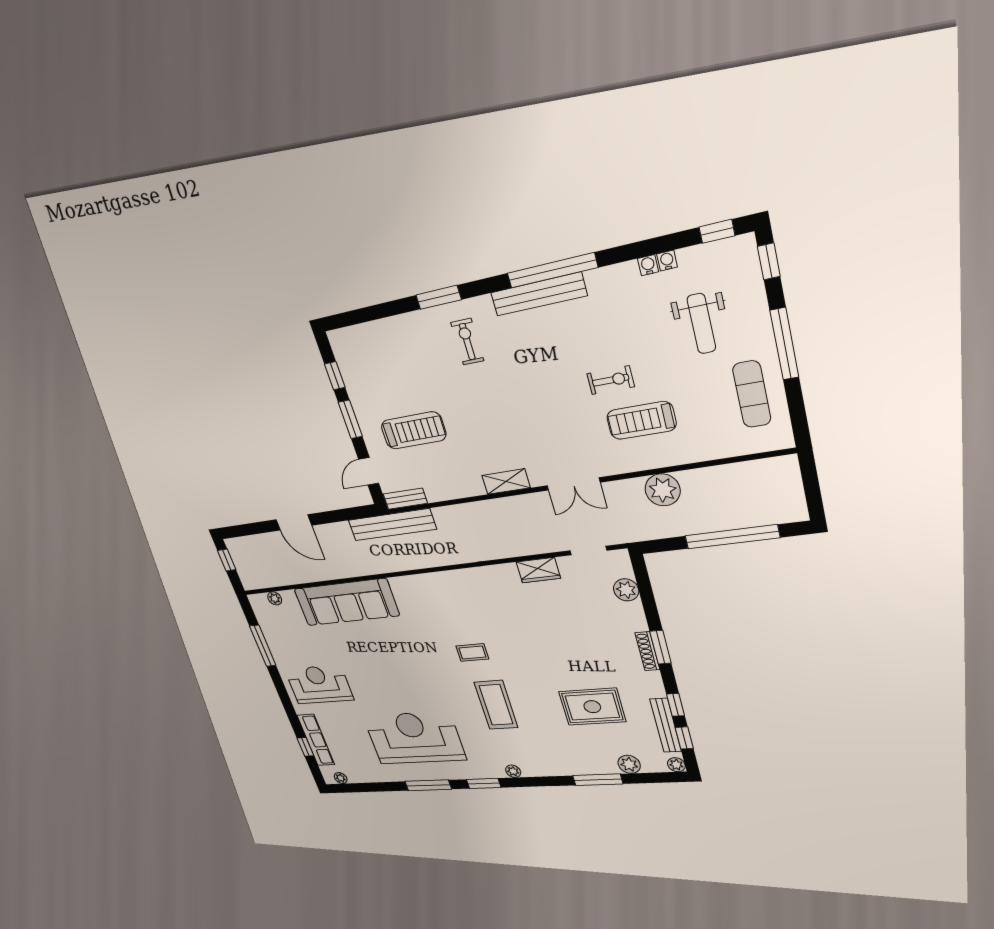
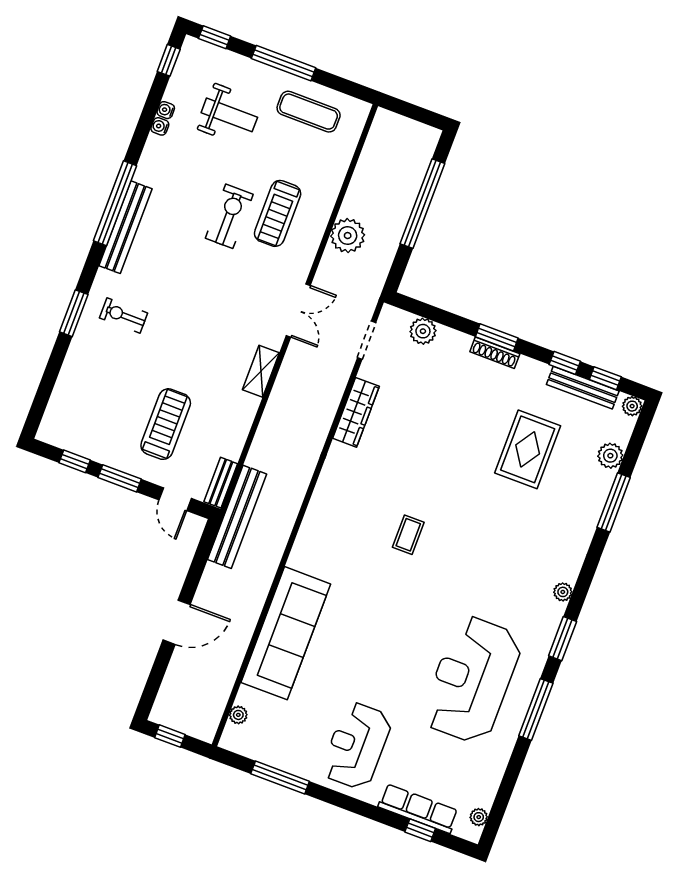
exercise bike: (611, 380) -> (229, 216), width x1.38, depth x1.39
wardrobe: (538, 570) -> (356, 412), width x1.50
coffee table: (496, 705) -> (478, 553), removed

